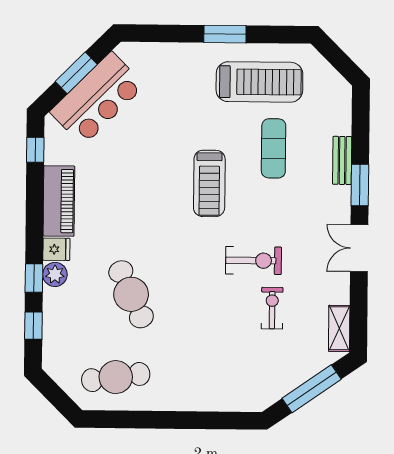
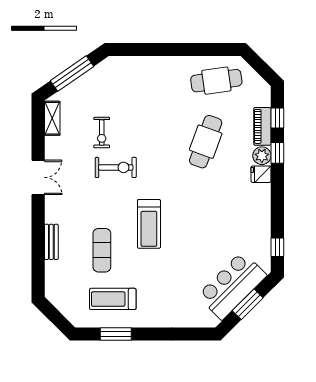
window: (225, 34) -> (116, 334), moved
treadmill: (259, 82) -> (113, 299), width x0.73, depth x0.73
treadmill: (209, 183) -> (149, 224), turned 180
window: (360, 185) -> (38, 224), removed
piano: (59, 201) -> (262, 126), moved, width x0.73, depth x0.75
exercise bike: (254, 261) -> (116, 167), turned 180
cafe table: (131, 294) -> (206, 142), turned 45

